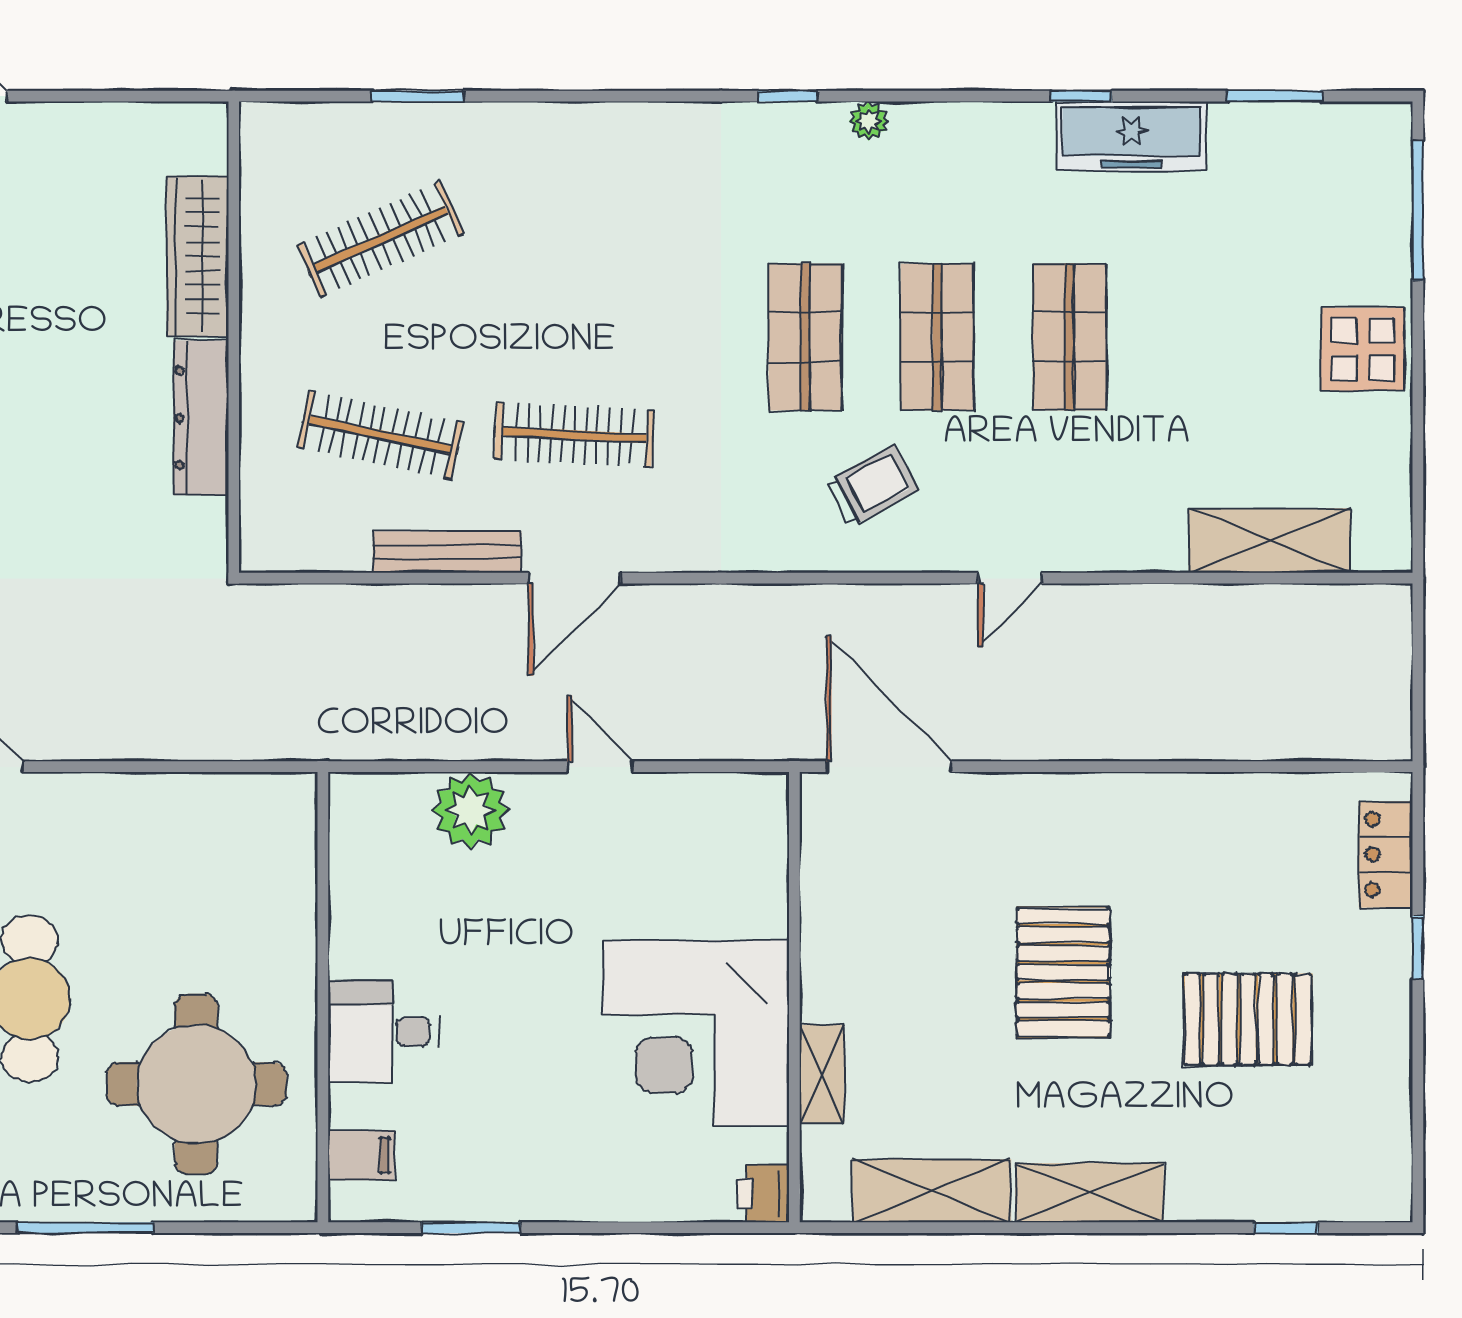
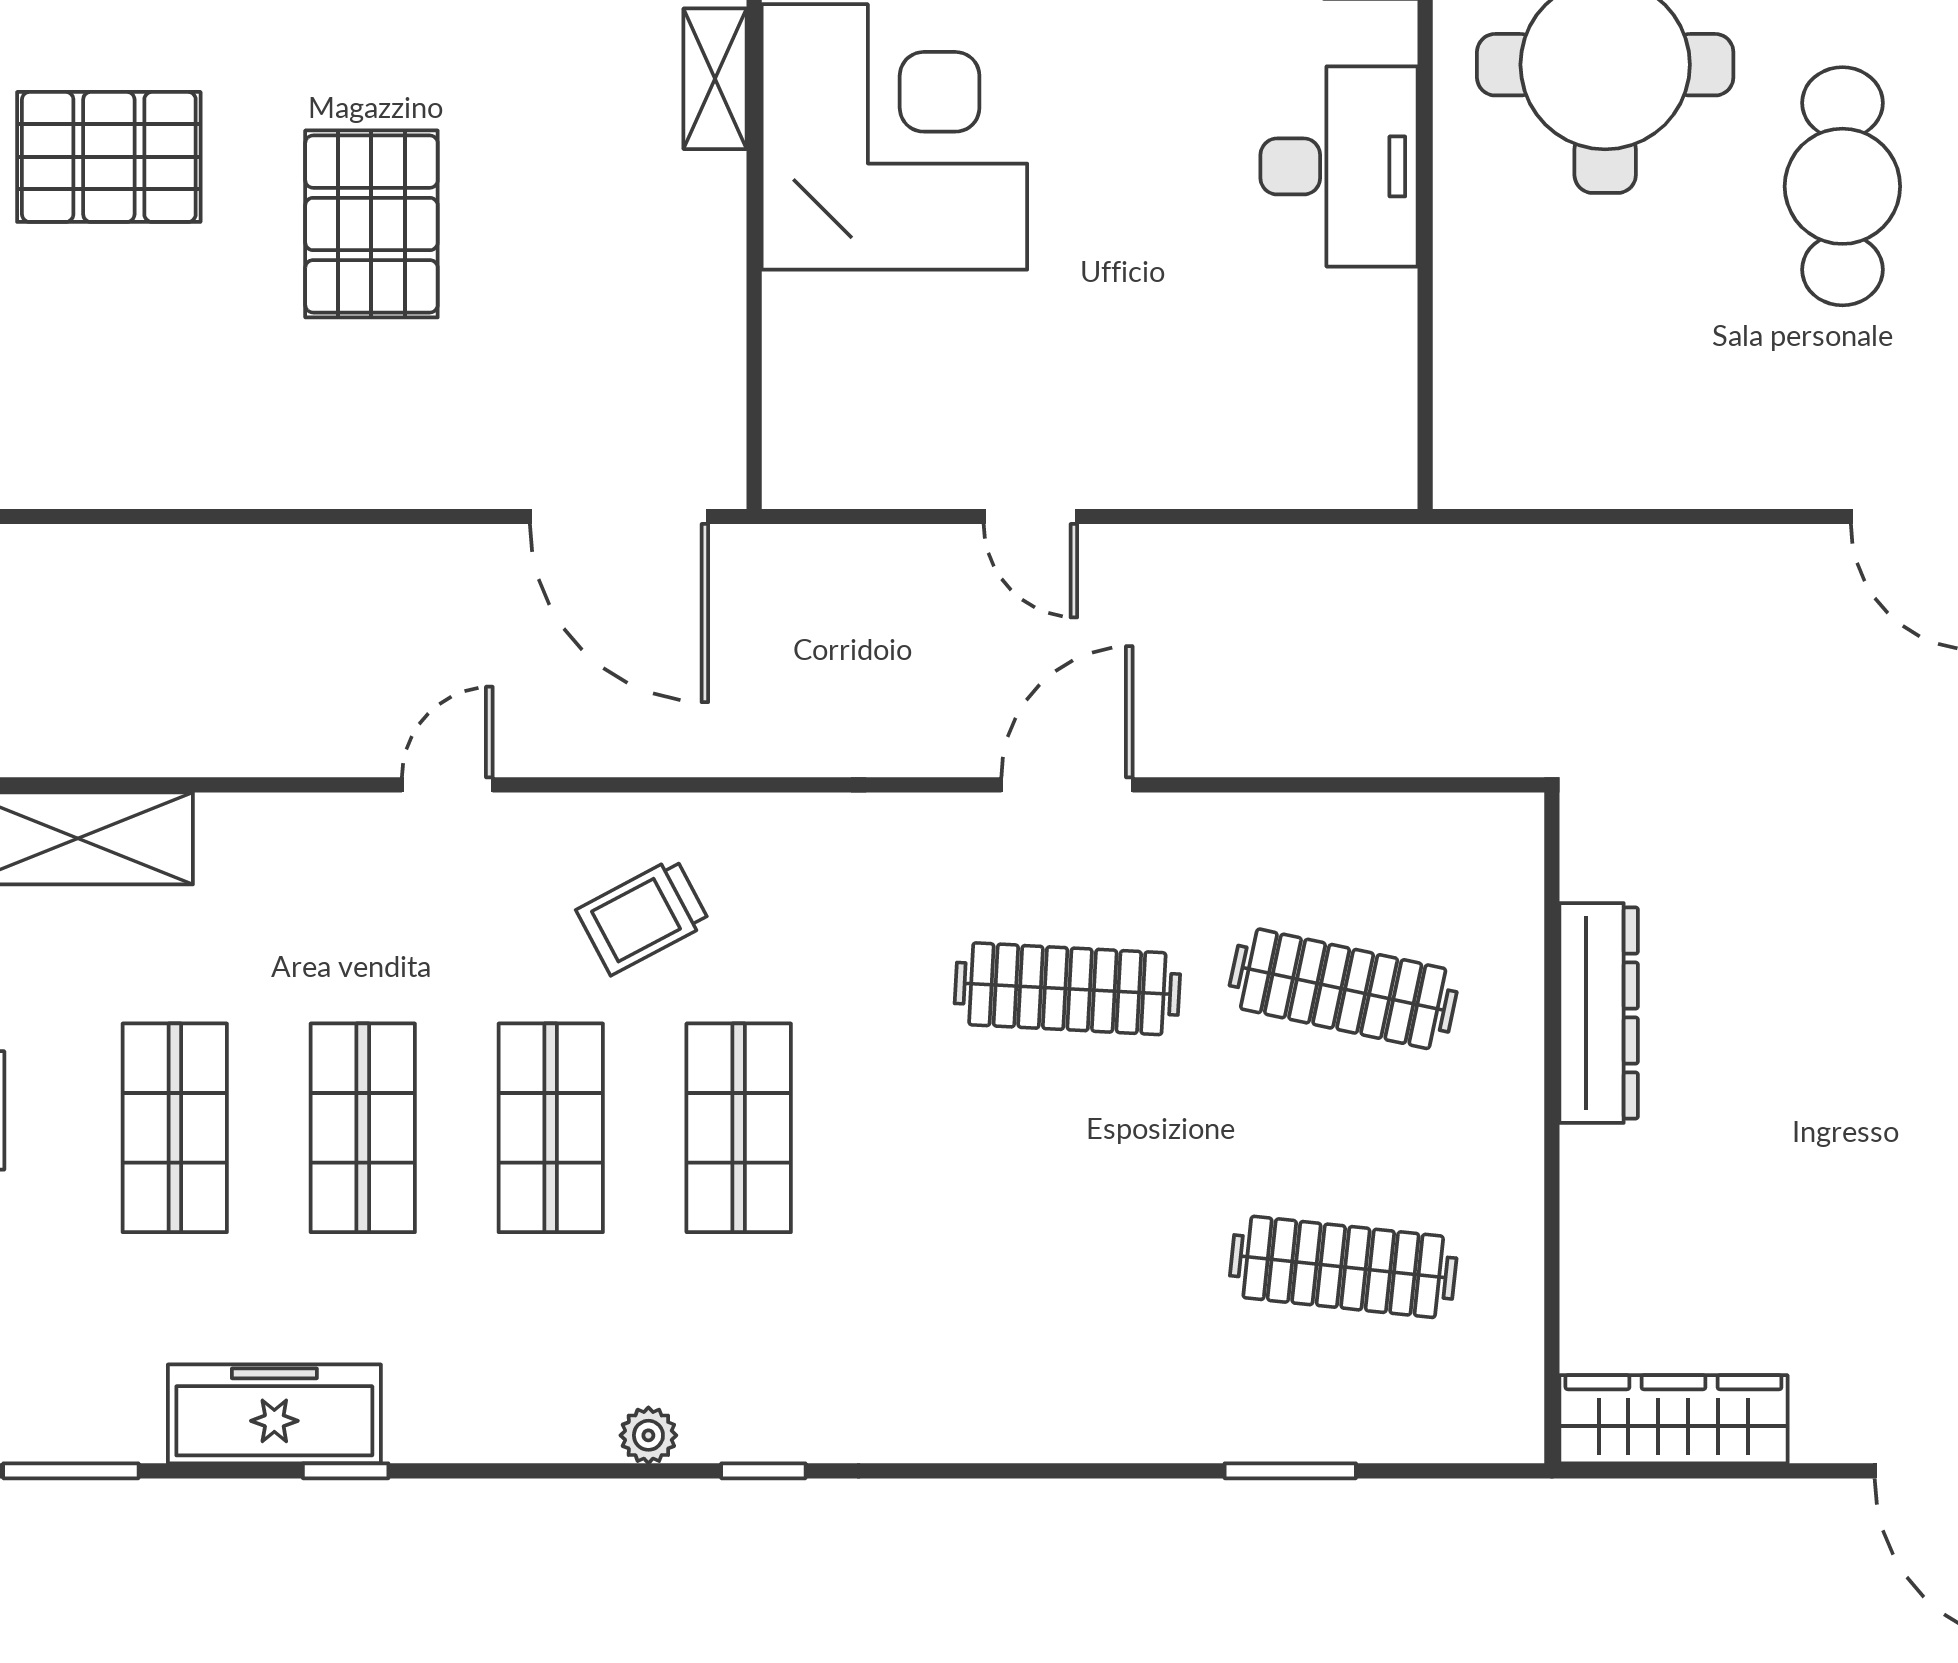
clothes rail: (380, 239) -> (1343, 1267), turned 30
wardrobe: (198, 256) -> (1673, 1419), moved, turned -90
shop shelf: (1201, 337) -> (175, 1128), added
bench: (447, 552) -> (1248, 822), removed
plant: (470, 811) -> (1215, 454), removed
desk: (383, 1032) -> (1339, 166), width x1.37

